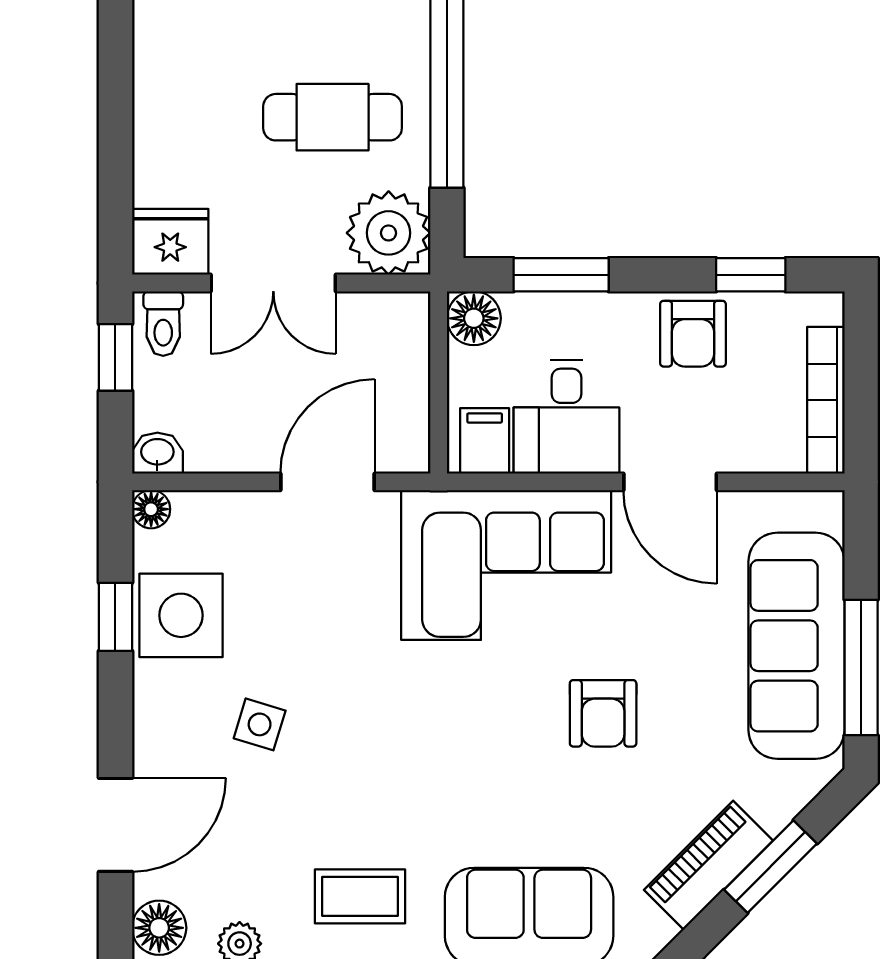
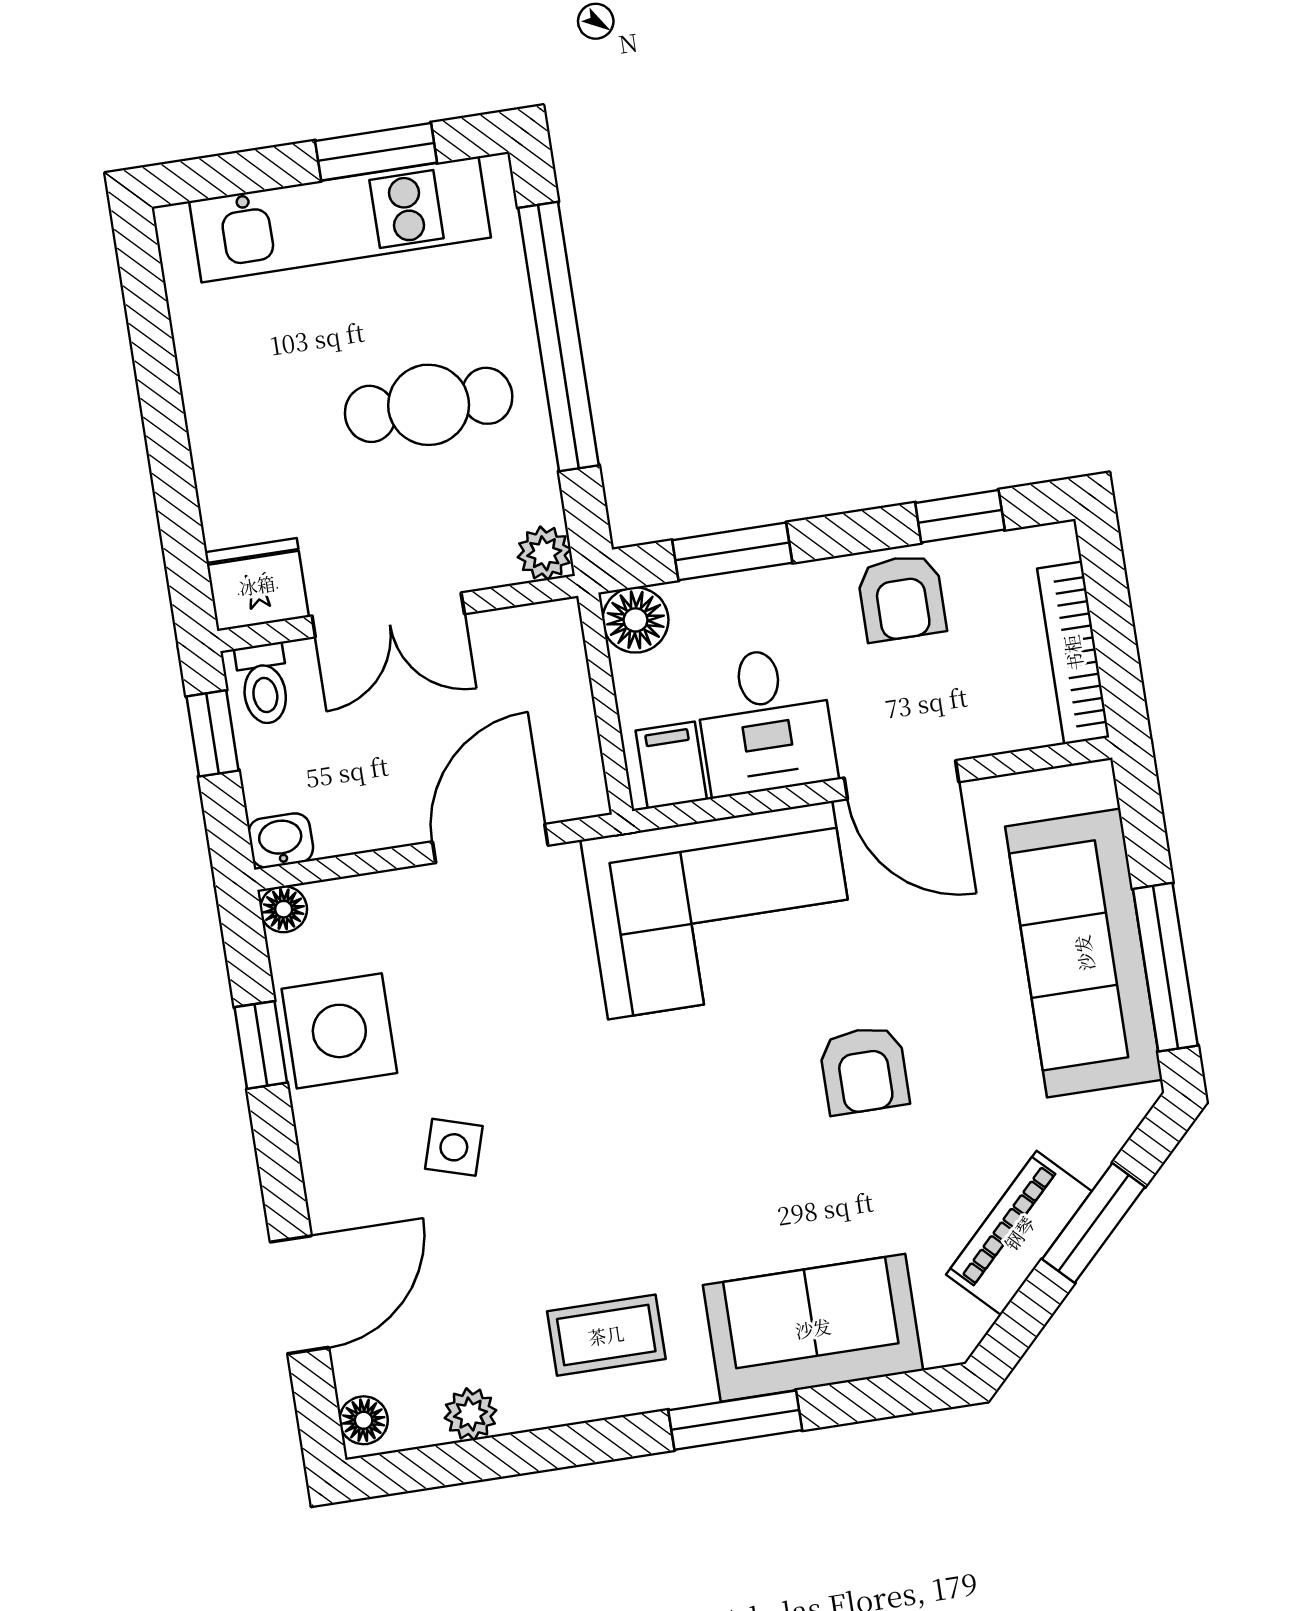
plant: (389, 233) -> (544, 553), width x0.53, depth x0.53
floor lamp: (159, 928) -> (364, 1420), width x0.73, depth x0.73

